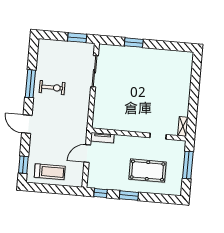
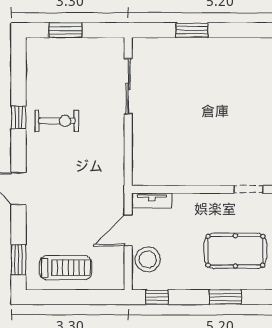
window: (77, 38) -> (65, 30), moved
window: (30, 84) -> (19, 117), width x0.46
stool: (97, 171) -> (148, 259), added
window: (129, 196) -> (225, 297), moved

